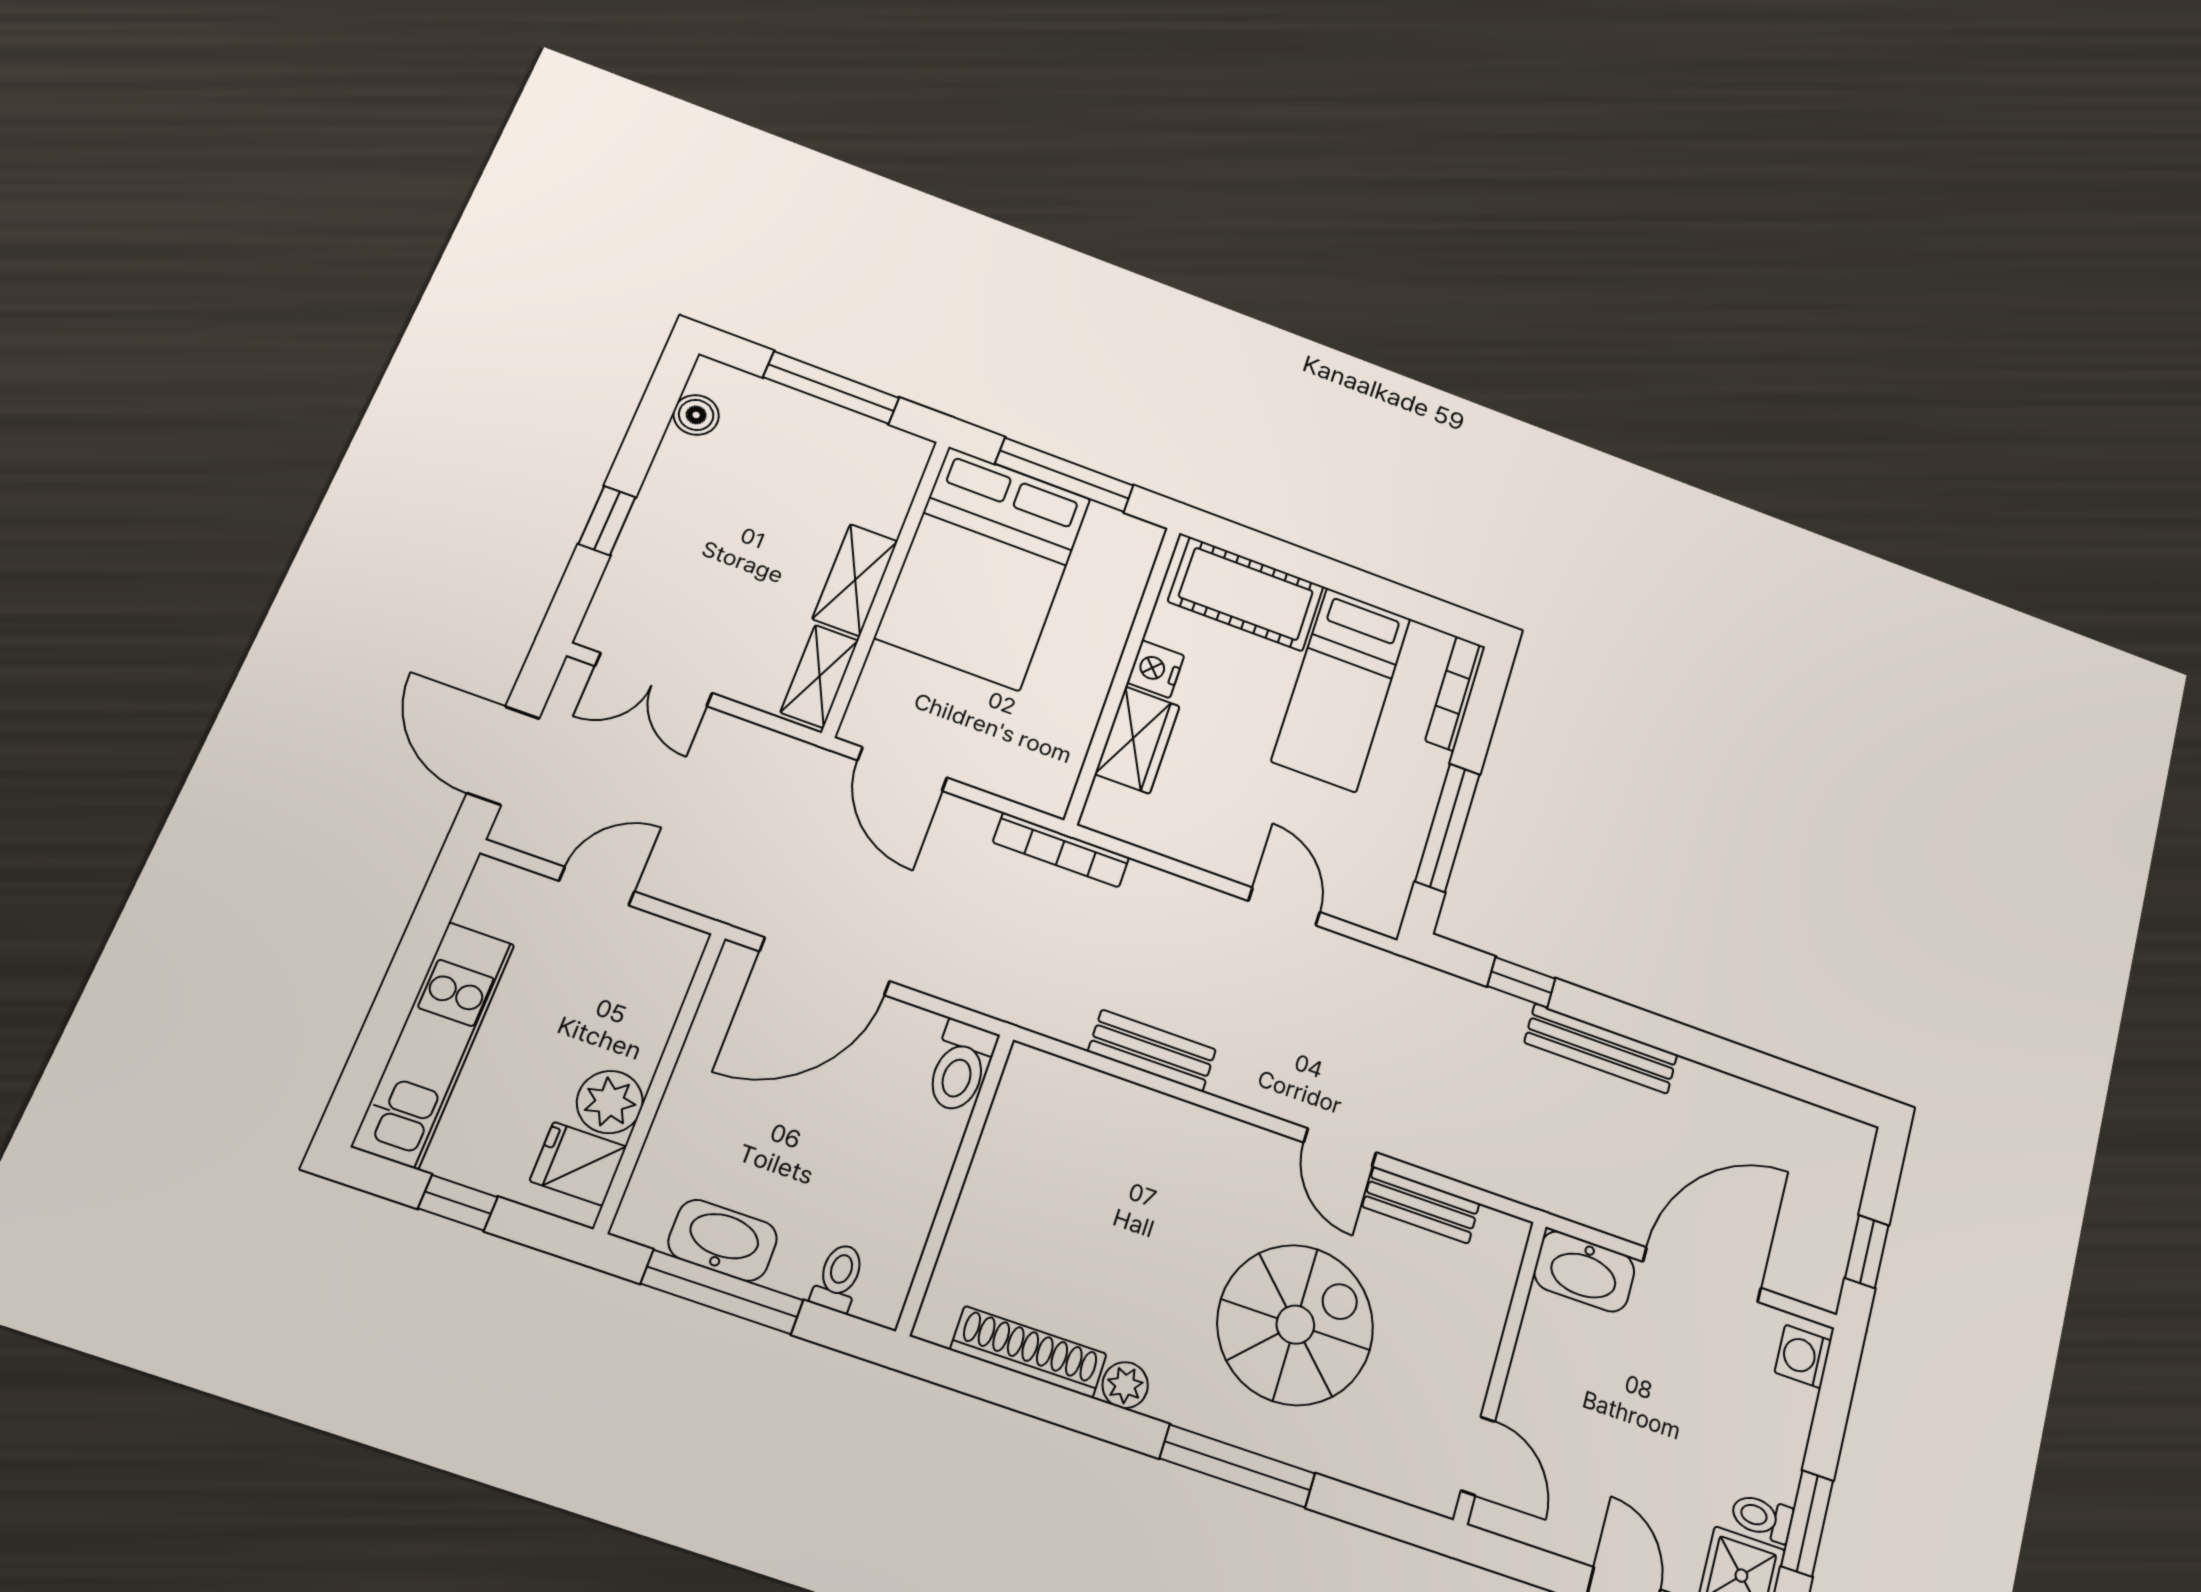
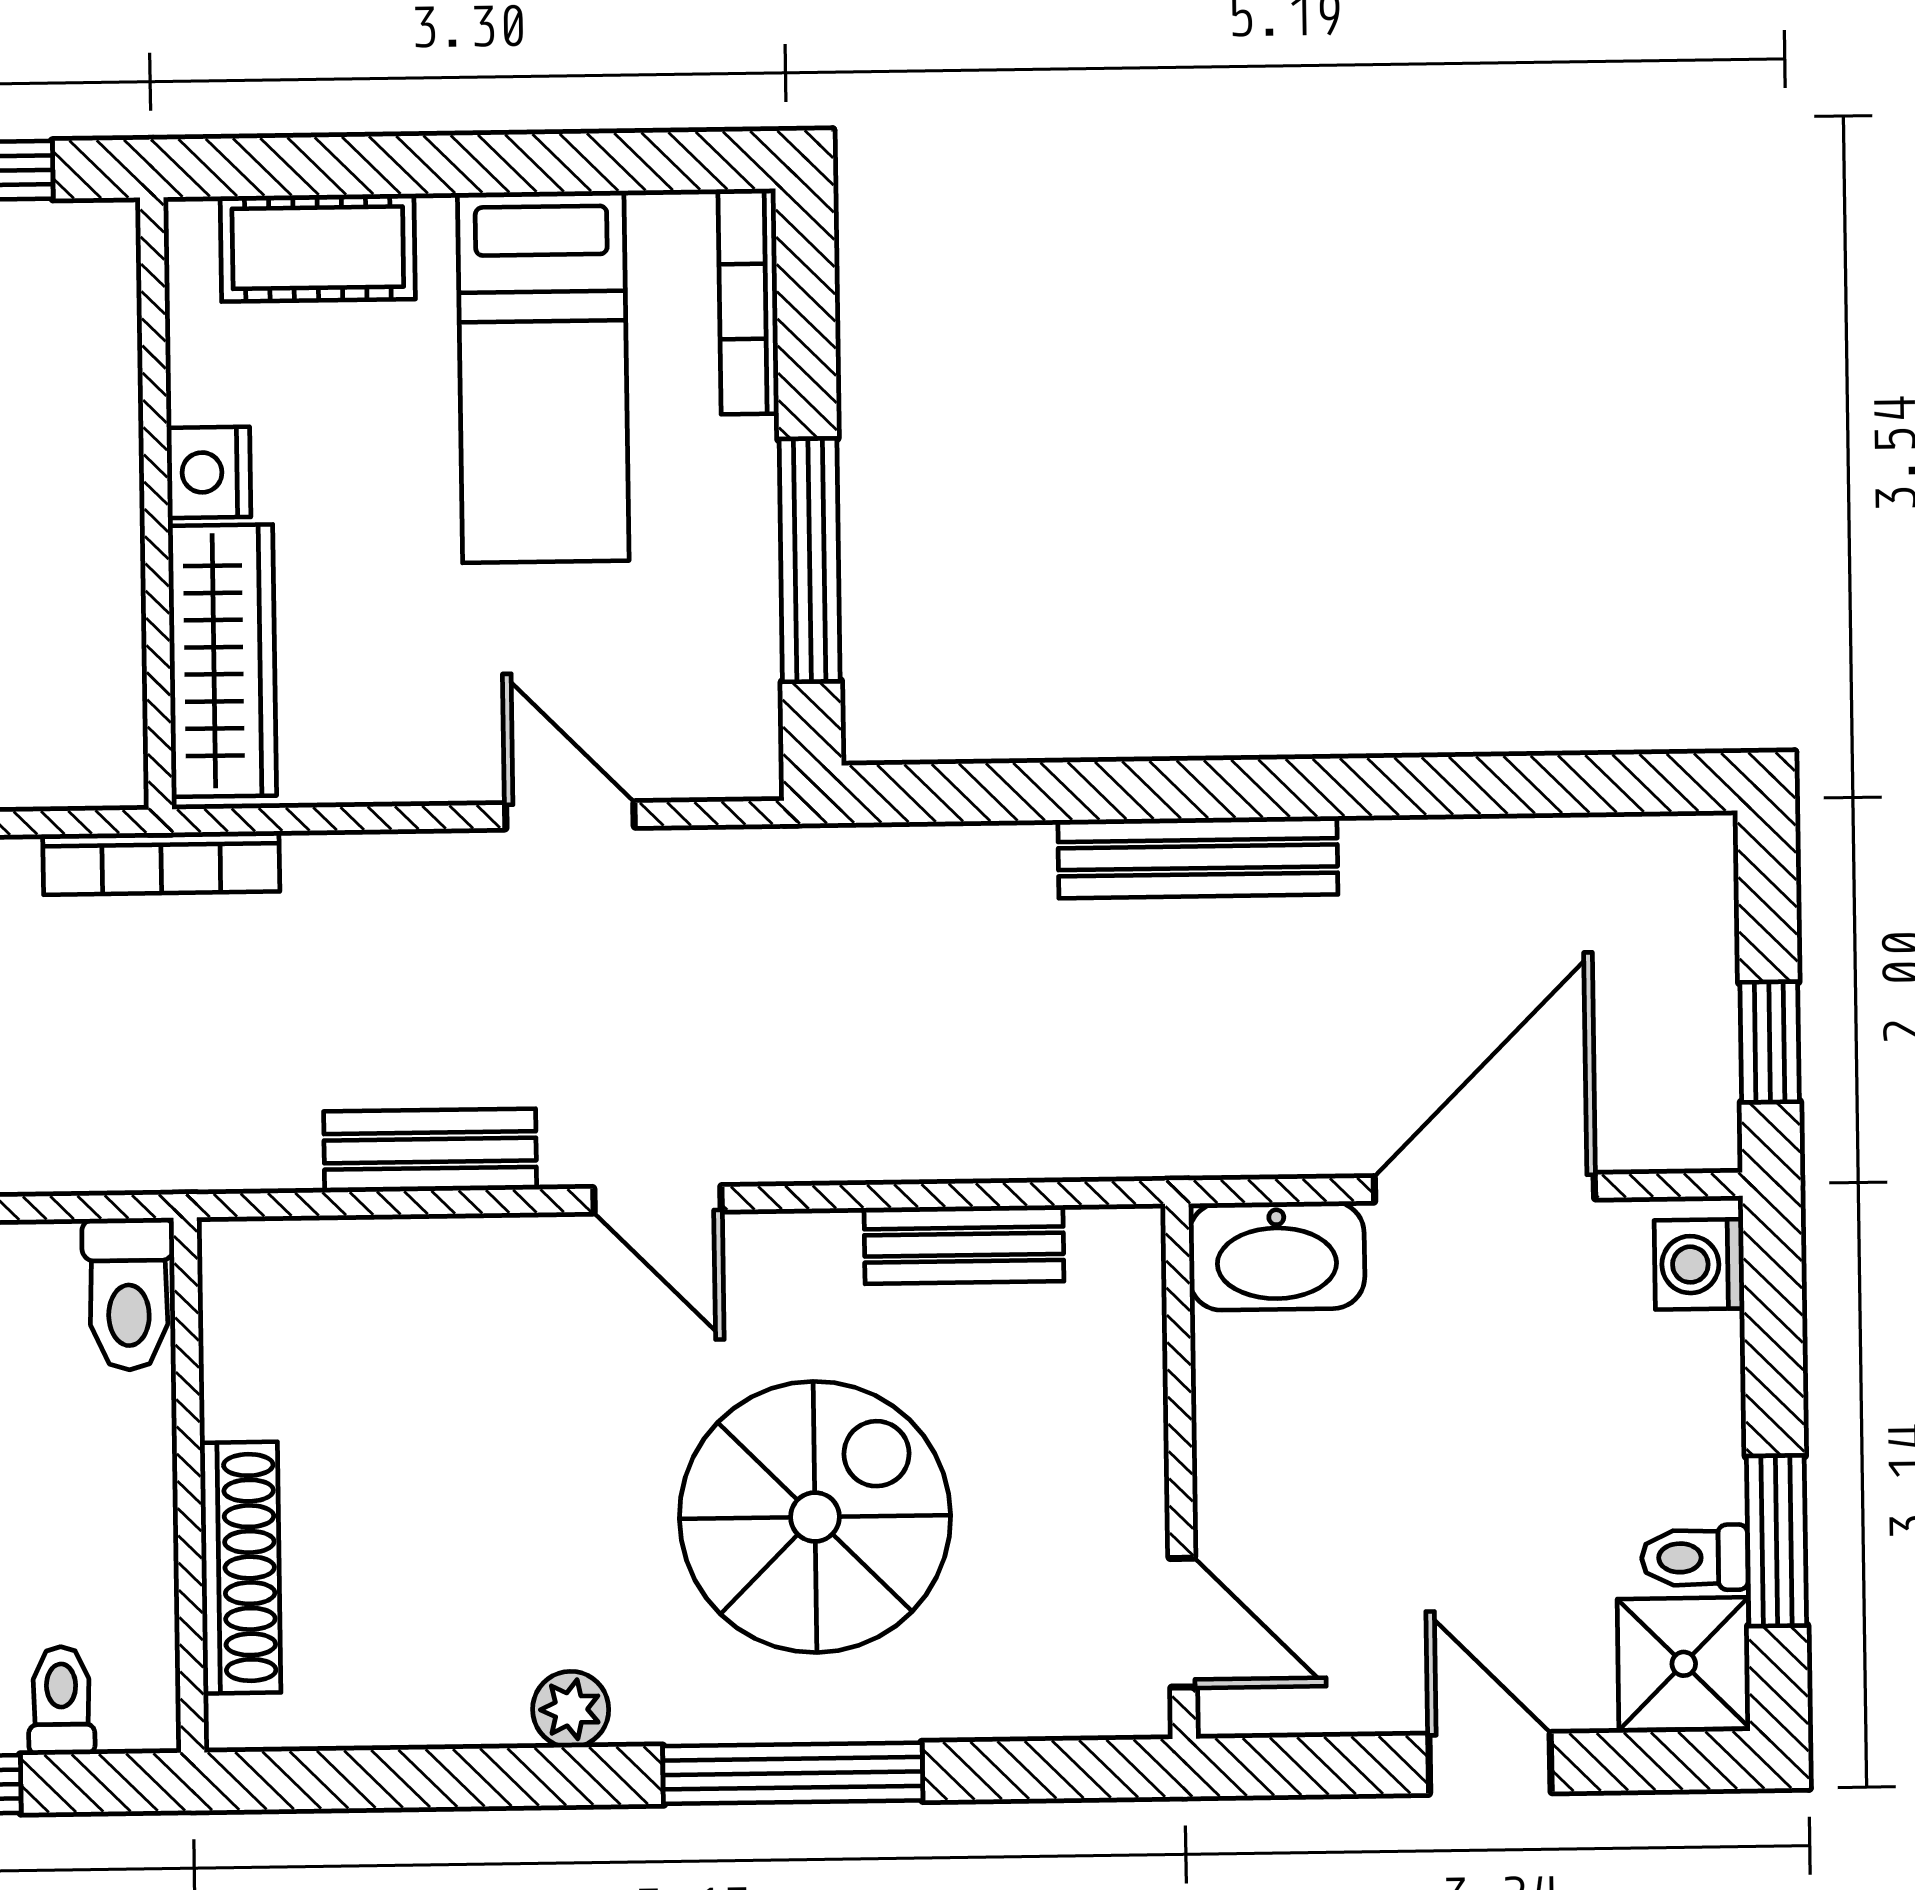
cot: (1246, 594) -> (318, 248), width x0.73, depth x0.75
wardrobe: (1137, 740) -> (222, 661), width x1.50
window: (1521, 982) -> (1023, 792), removed
door: (1340, 1147) -> (658, 1199), moved
shoe rack: (1028, 1352) -> (240, 1568), moved, turned 90

